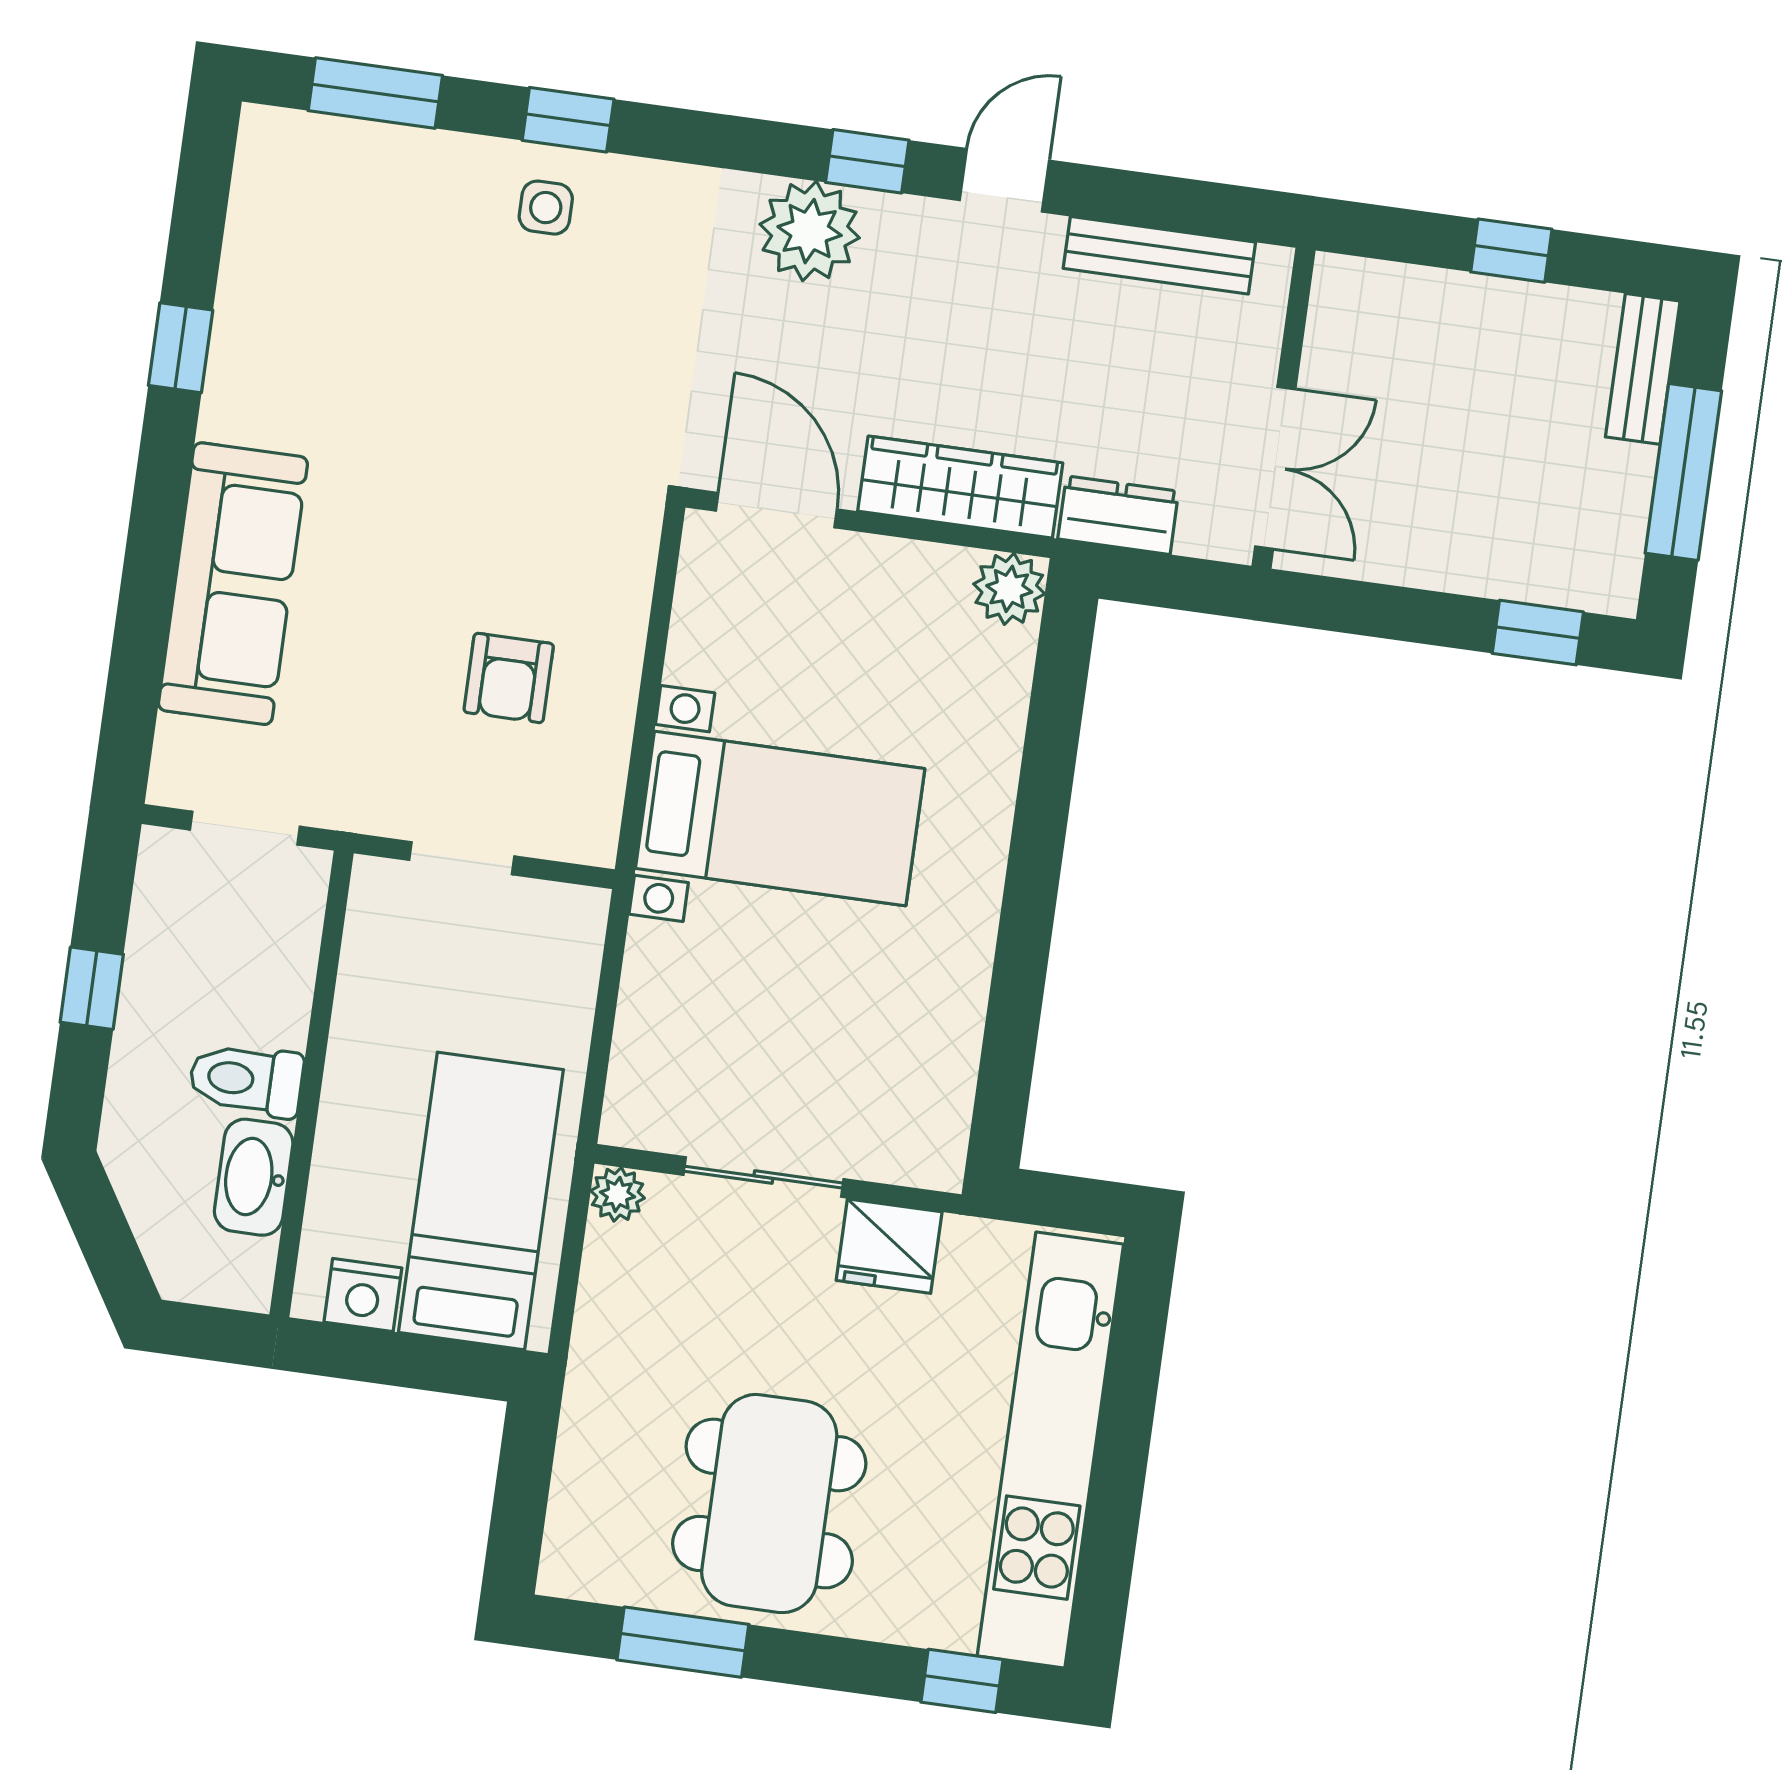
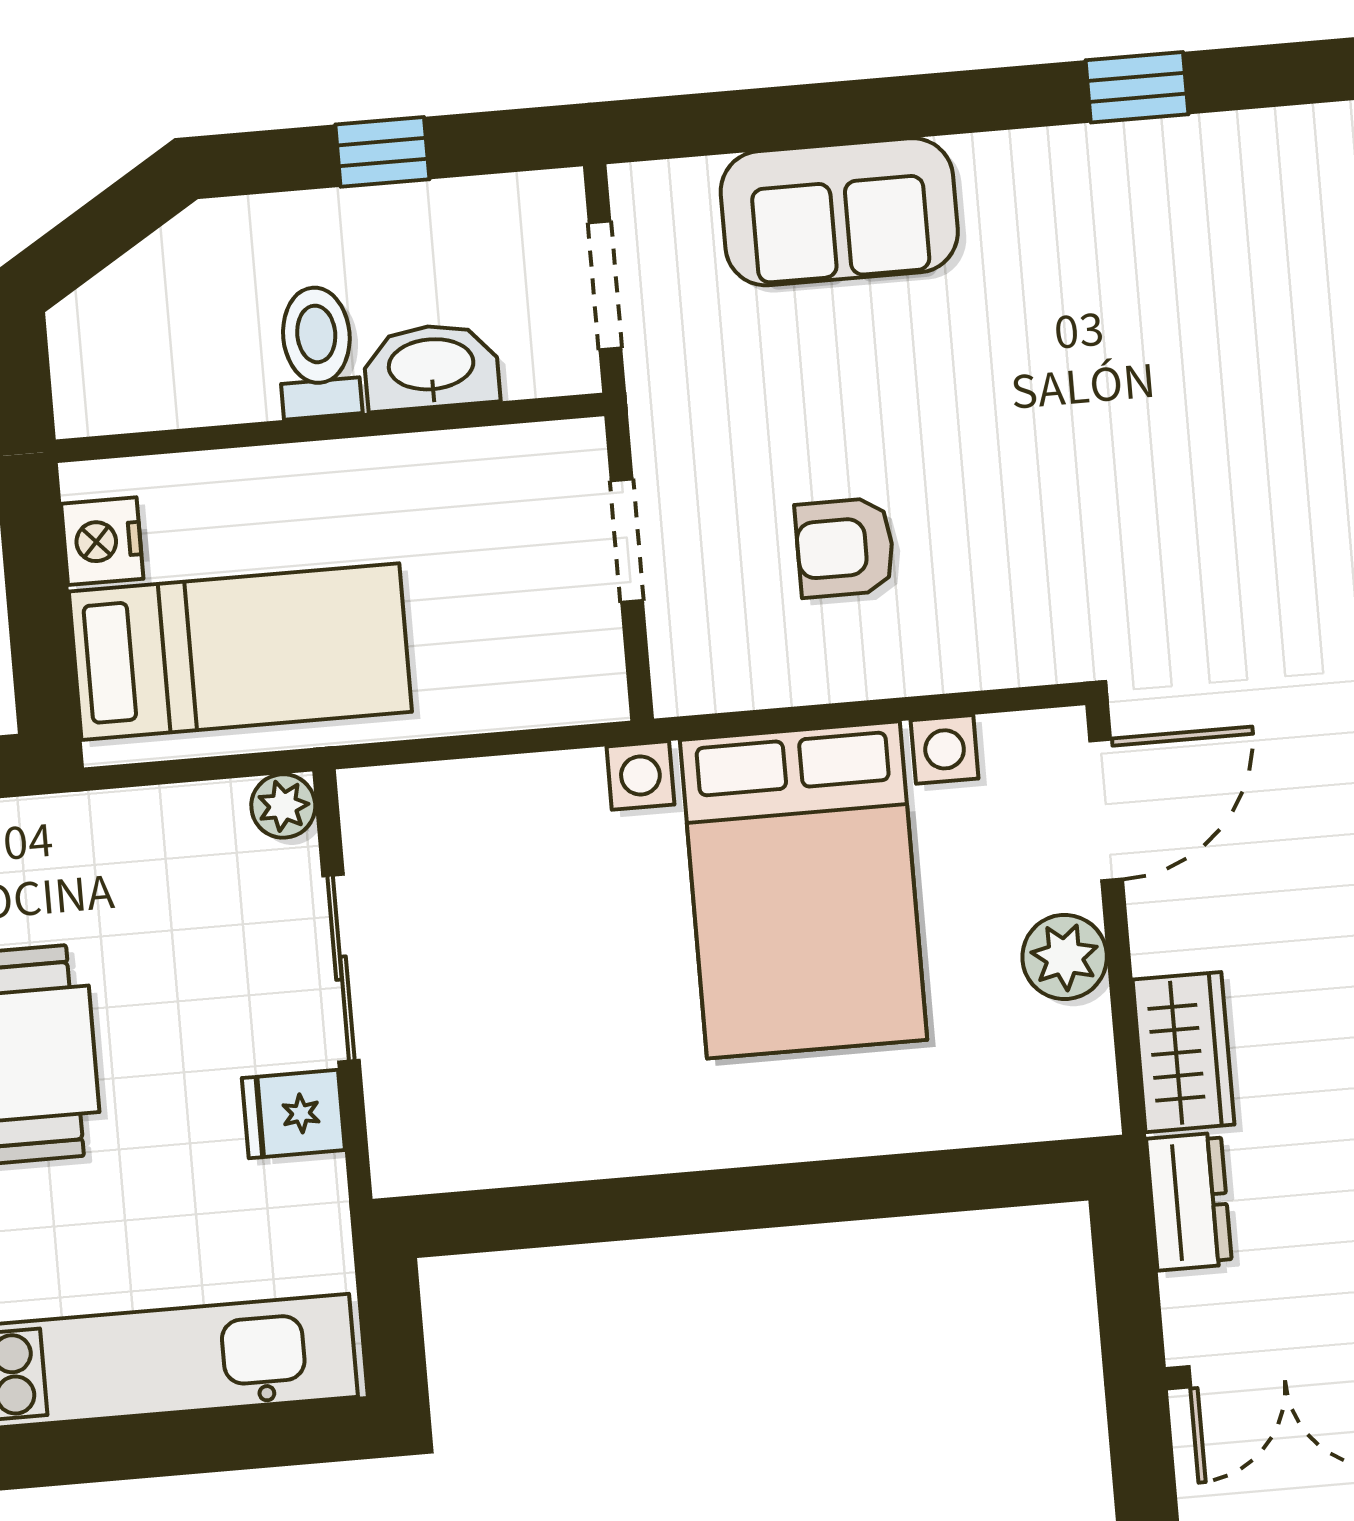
wardrobe: (960, 487) -> (1183, 1052), width x0.67
sofa: (233, 584) -> (839, 212), width x0.73
plant: (1009, 589) -> (1065, 957), moved
bed with nightstands: (780, 818) -> (803, 890), width x1.36
washbasin: (254, 1177) -> (431, 367), moved
fridge: (889, 1246) -> (293, 1114), width x0.72

